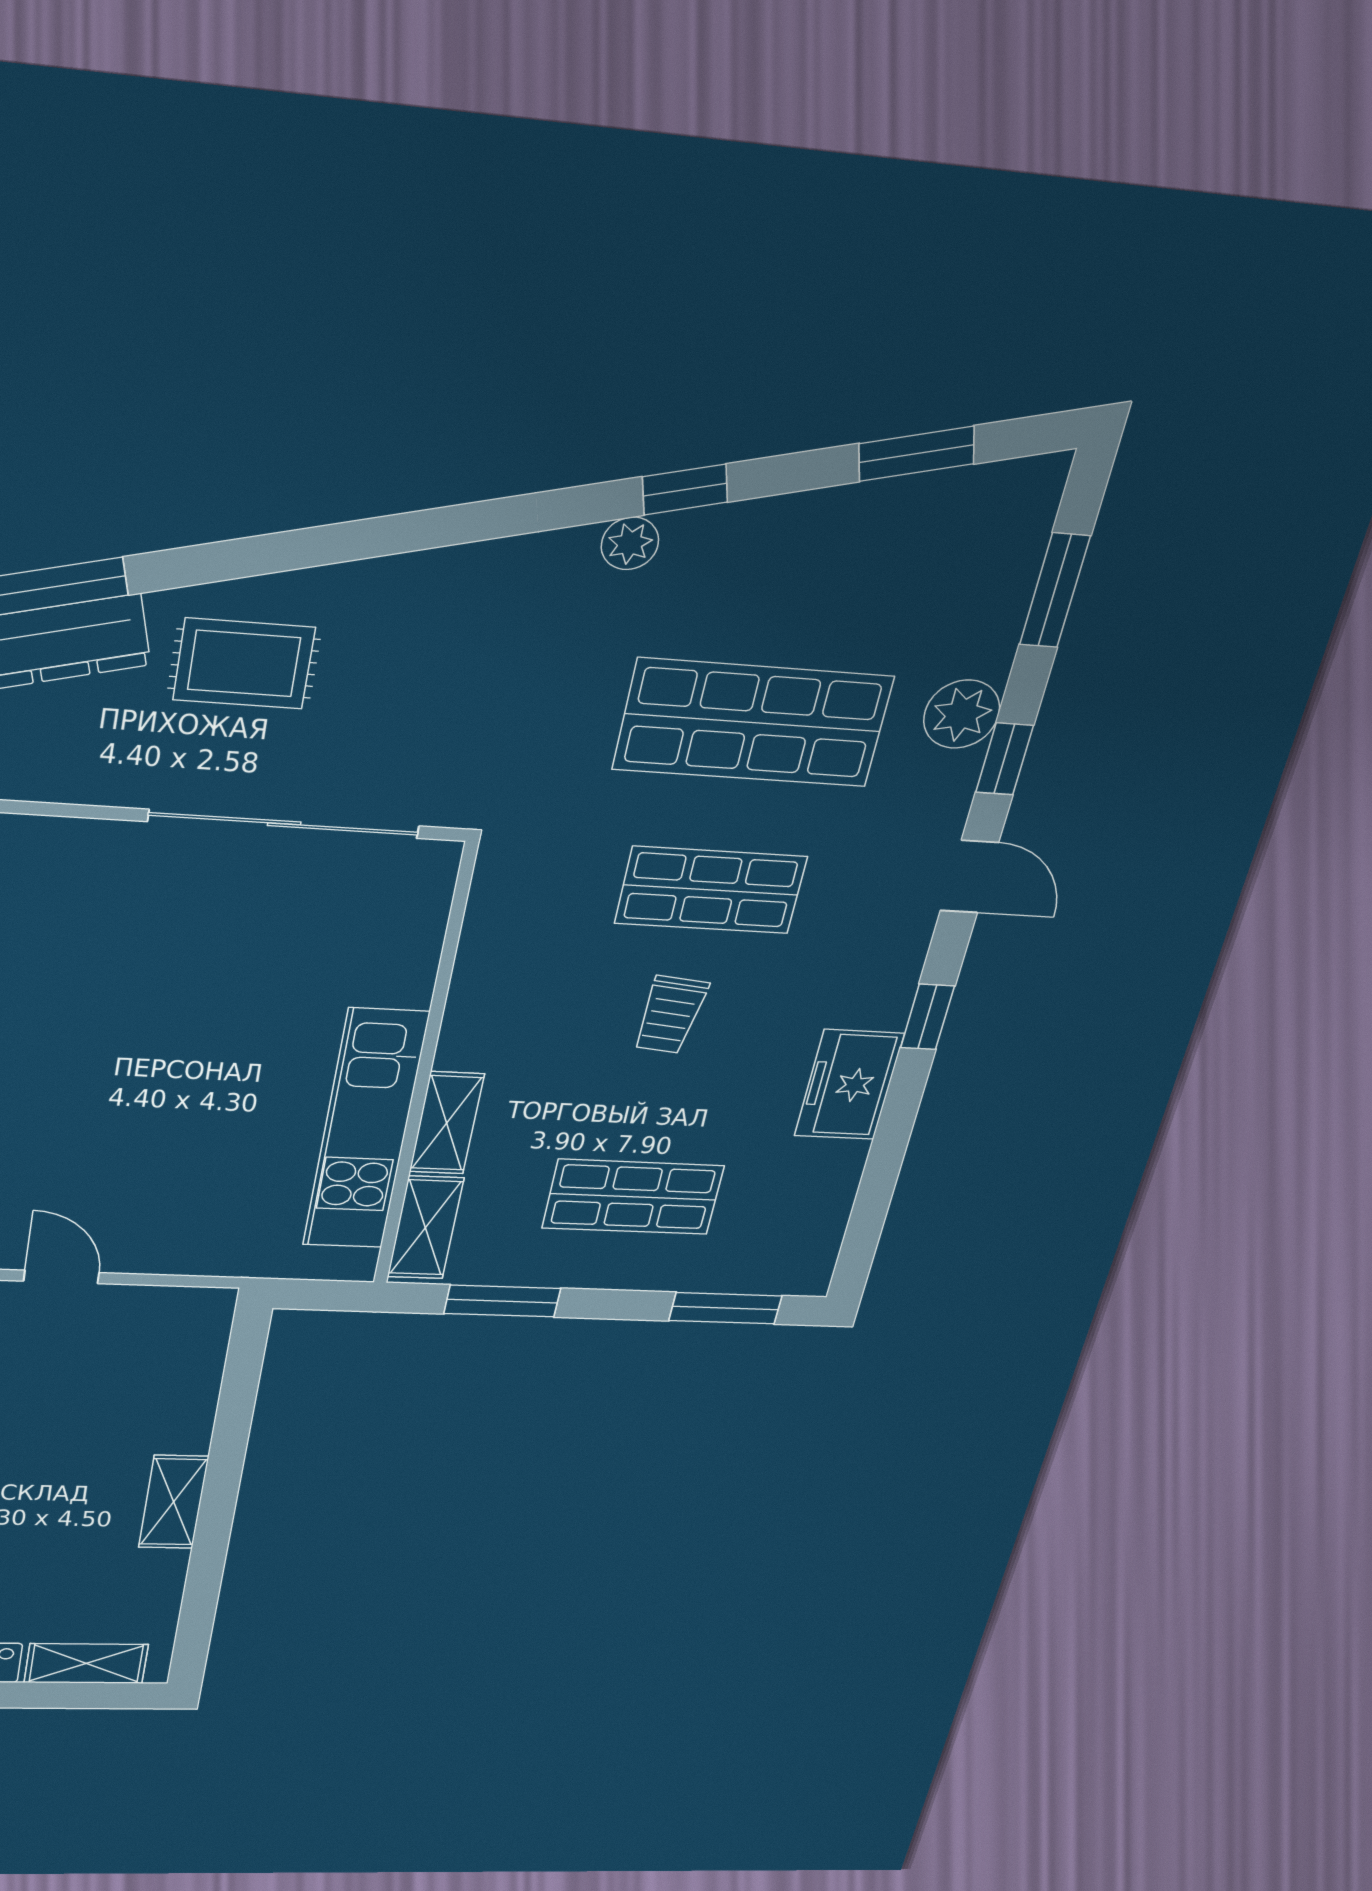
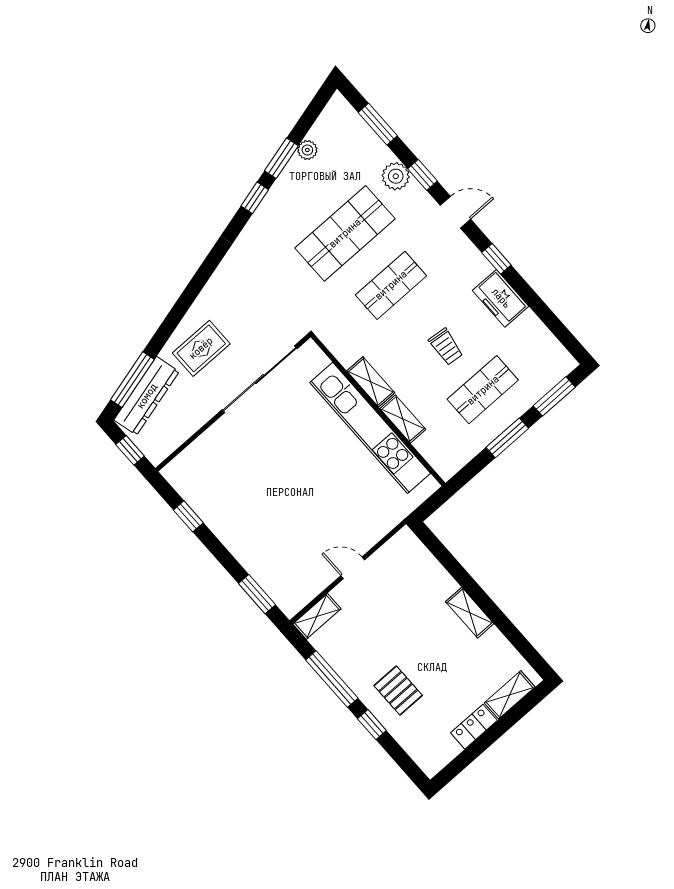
window: (917, 454) -> (281, 158), moved
plant: (630, 543) -> (307, 150), moved
trolley: (670, 1015) -> (446, 347), moved
kitchen unit: (365, 1130) -> (370, 428), width x1.36
shelving: (425, 1228) -> (371, 382), moved
window: (502, 1301) -> (507, 438), moved

